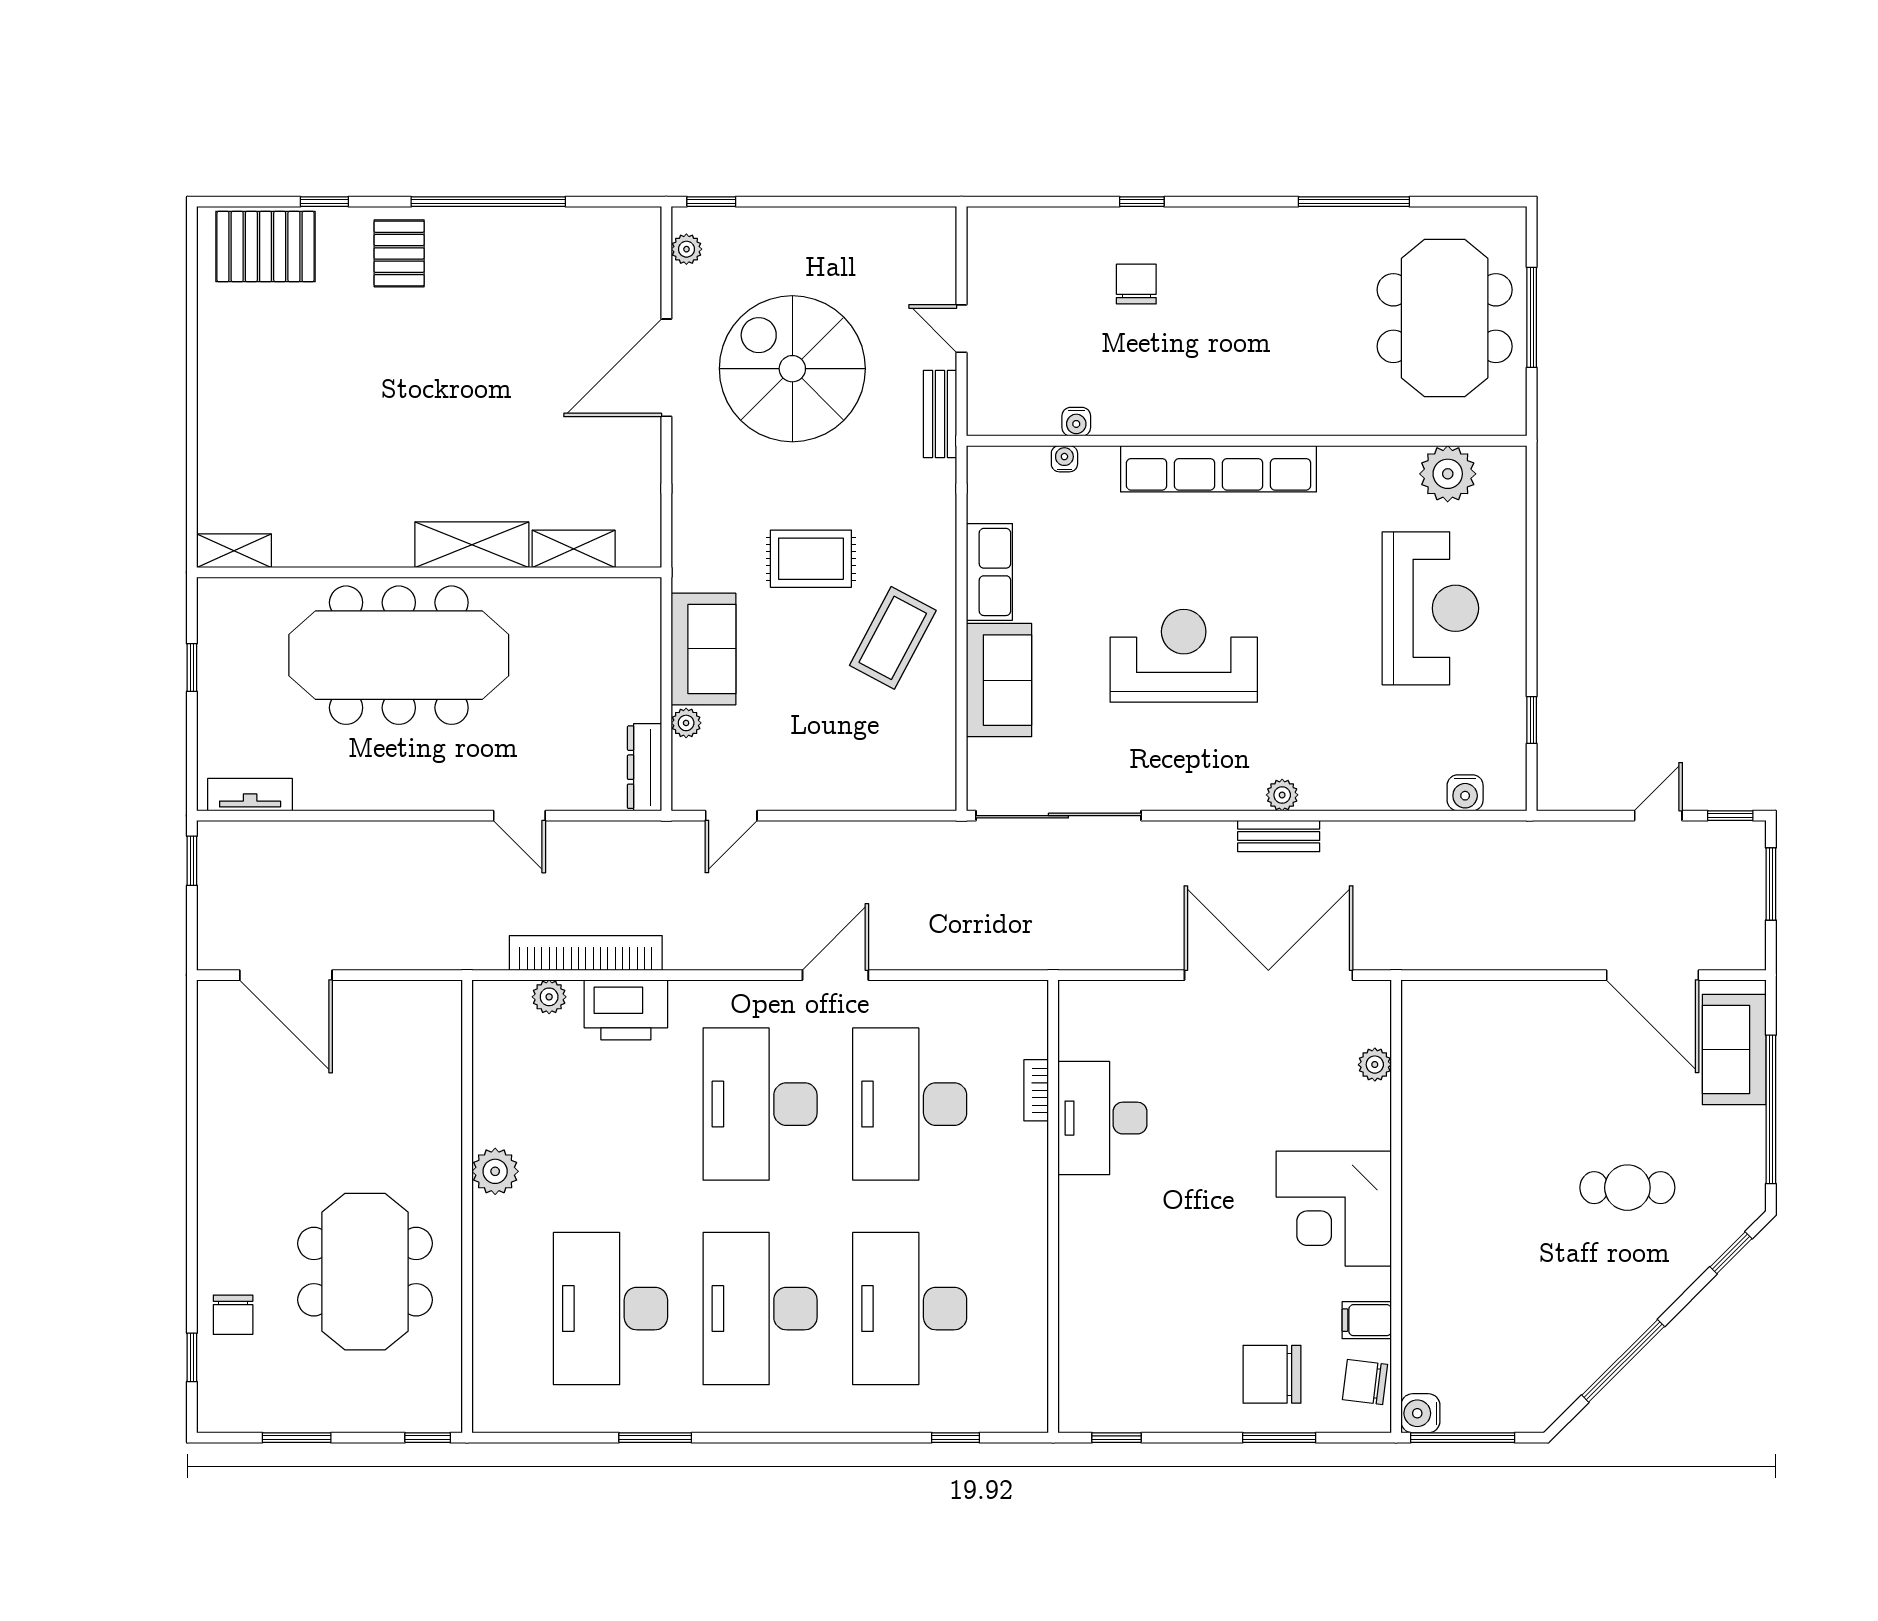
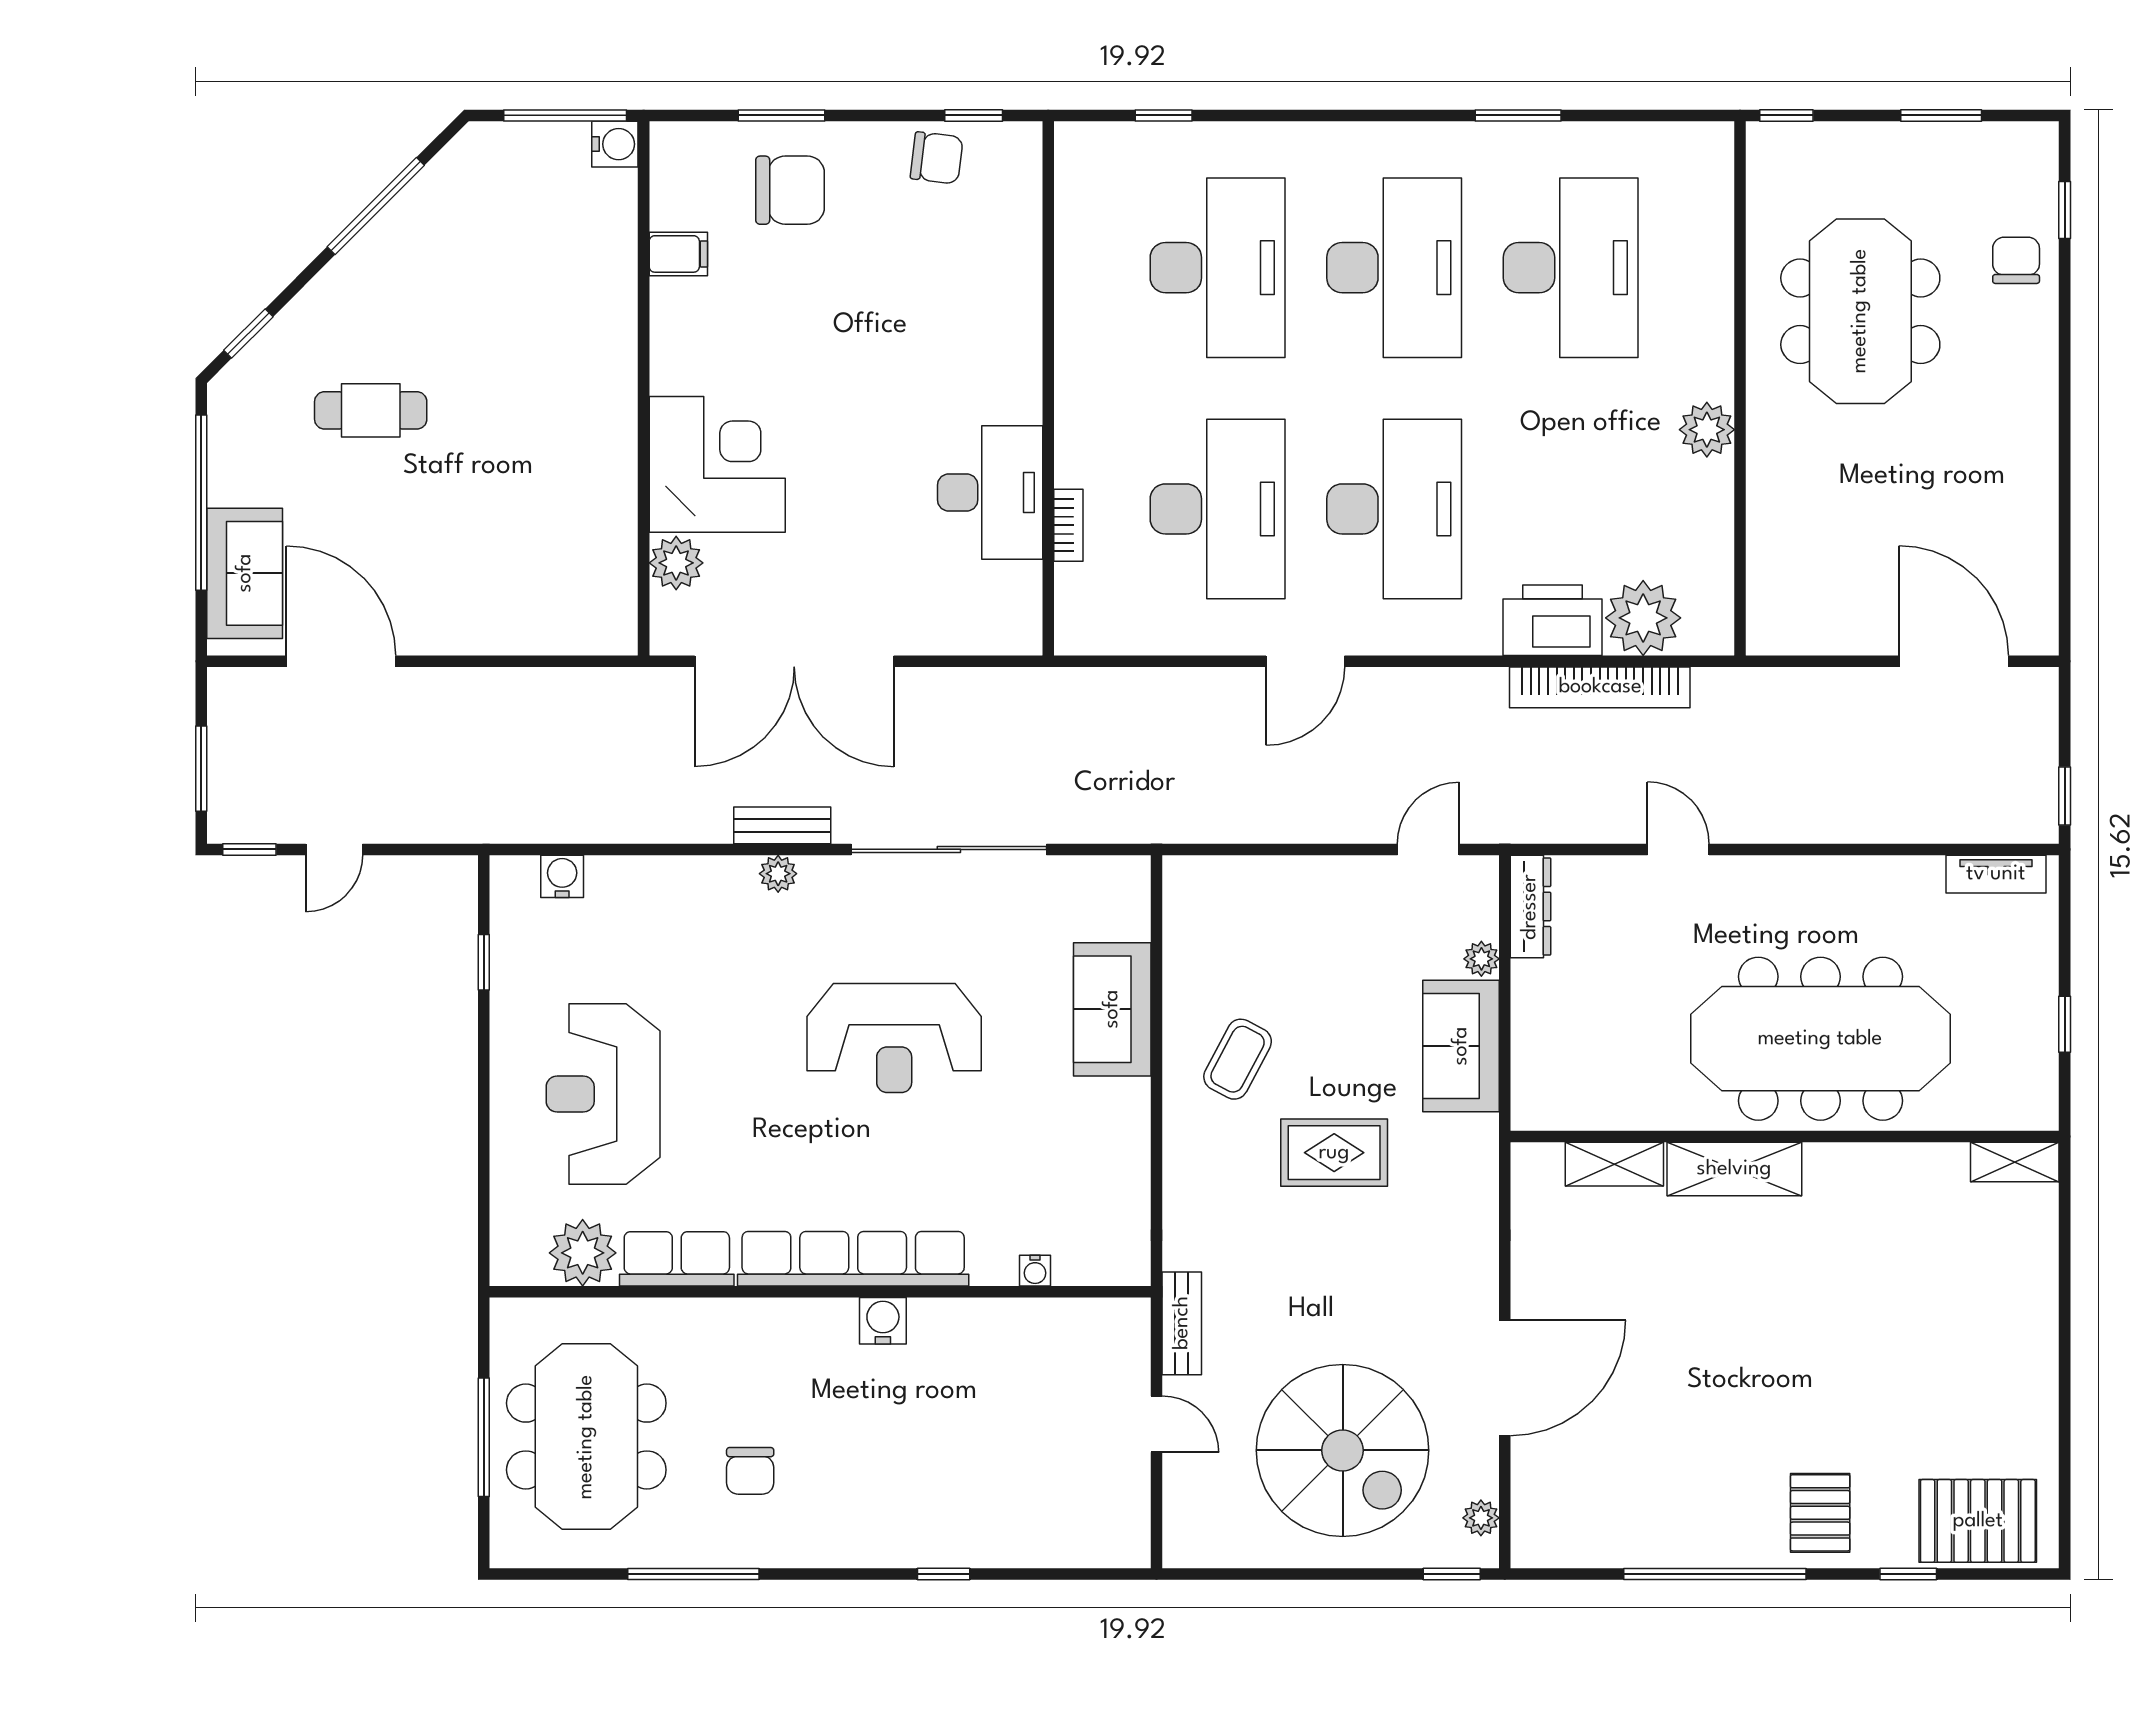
chair: (1136, 284) -> (750, 1471), moved
spiral stairs: (792, 369) -> (1343, 1450), moved
water cooler: (1076, 422) -> (883, 1321), moved, width x1.38, depth x1.38
row of seats: (989, 572) -> (677, 1259), moved, turned 90
coffee table: (893, 638) -> (1238, 1059), width x0.73, depth x0.77
sliding door: (1058, 816) -> (949, 849), moved
plant: (549, 997) -> (1643, 618), width x1.88, depth x1.88
plant: (1375, 1065) -> (676, 563), width x1.38, depth x1.38
corner desk: (1334, 1209) -> (717, 464), moved
chair: (1365, 1382) -> (937, 158), moved

